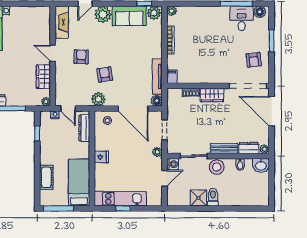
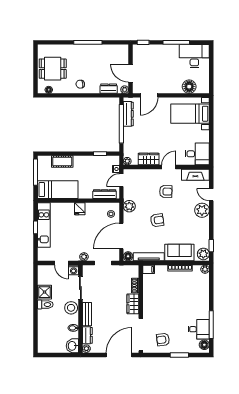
sofa: (129, 16) -> (179, 253), moved, turned 90
desk: (37, 20) -> (197, 154), added
armchair: (105, 74) -> (157, 220), moved

